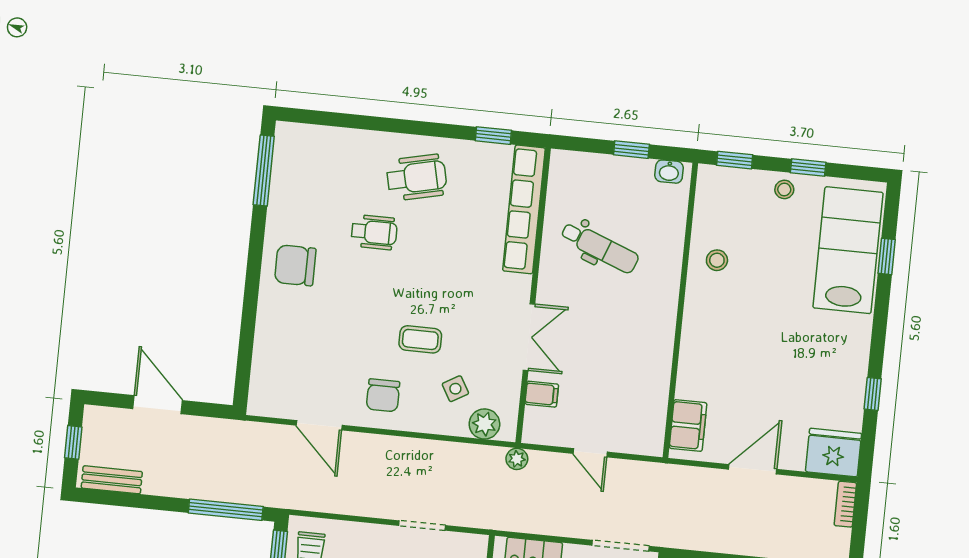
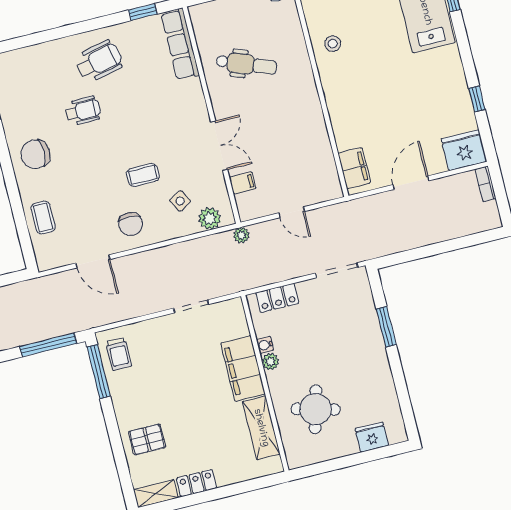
row of seats: (524, 209) -> (180, 44), width x0.73
coffee table: (276, 348) -> (43, 218), added

